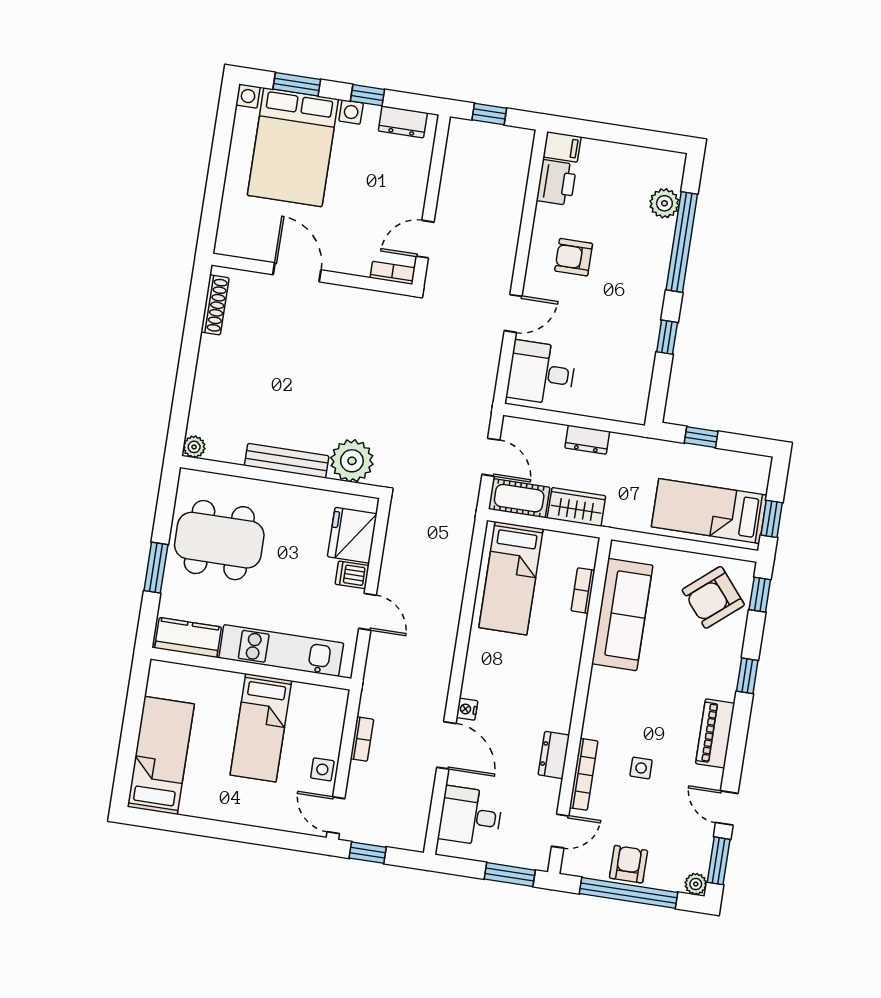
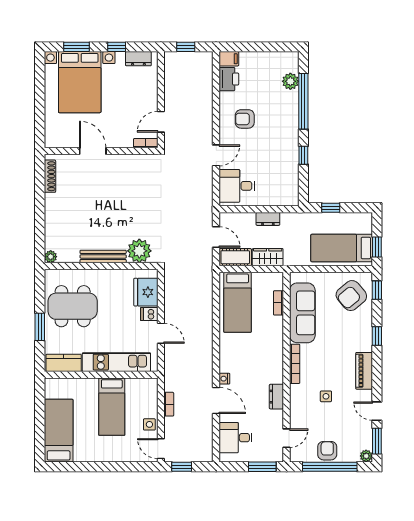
bookcase: (584, 774) -> (295, 364), moved

